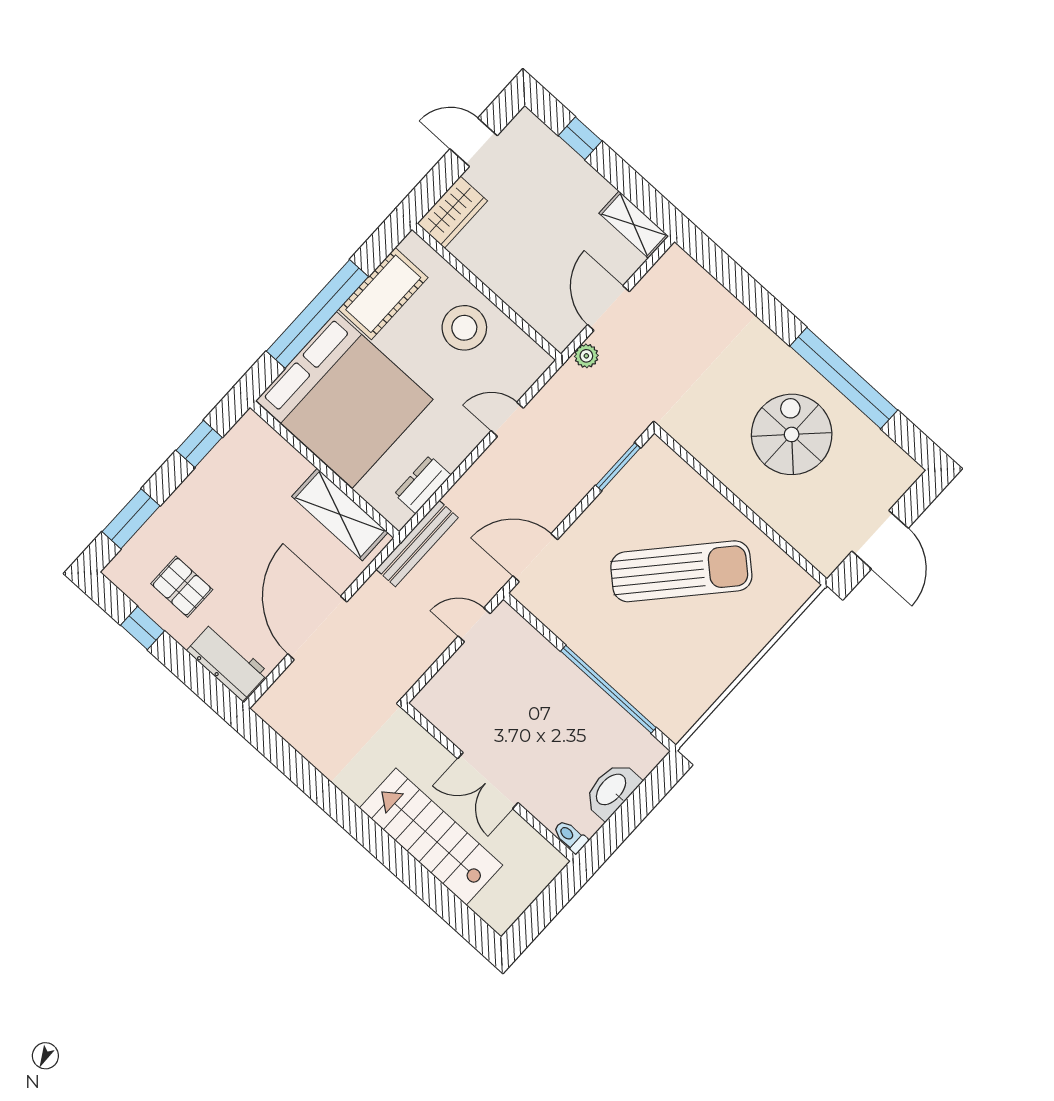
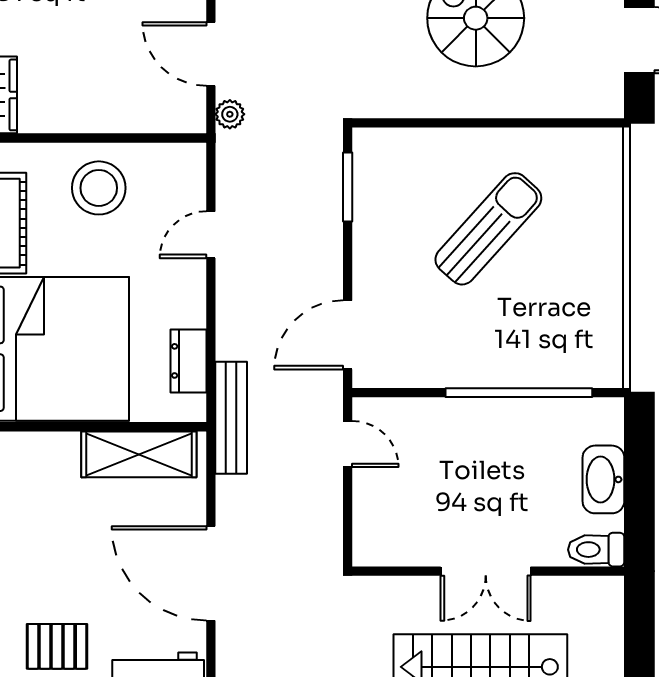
sun lounger: (681, 571) -> (488, 229), width x0.73, depth x0.75
door: (474, 625) -> (348, 444), swing flipped
toilet: (570, 836) -> (596, 550), width x1.37, depth x1.39

